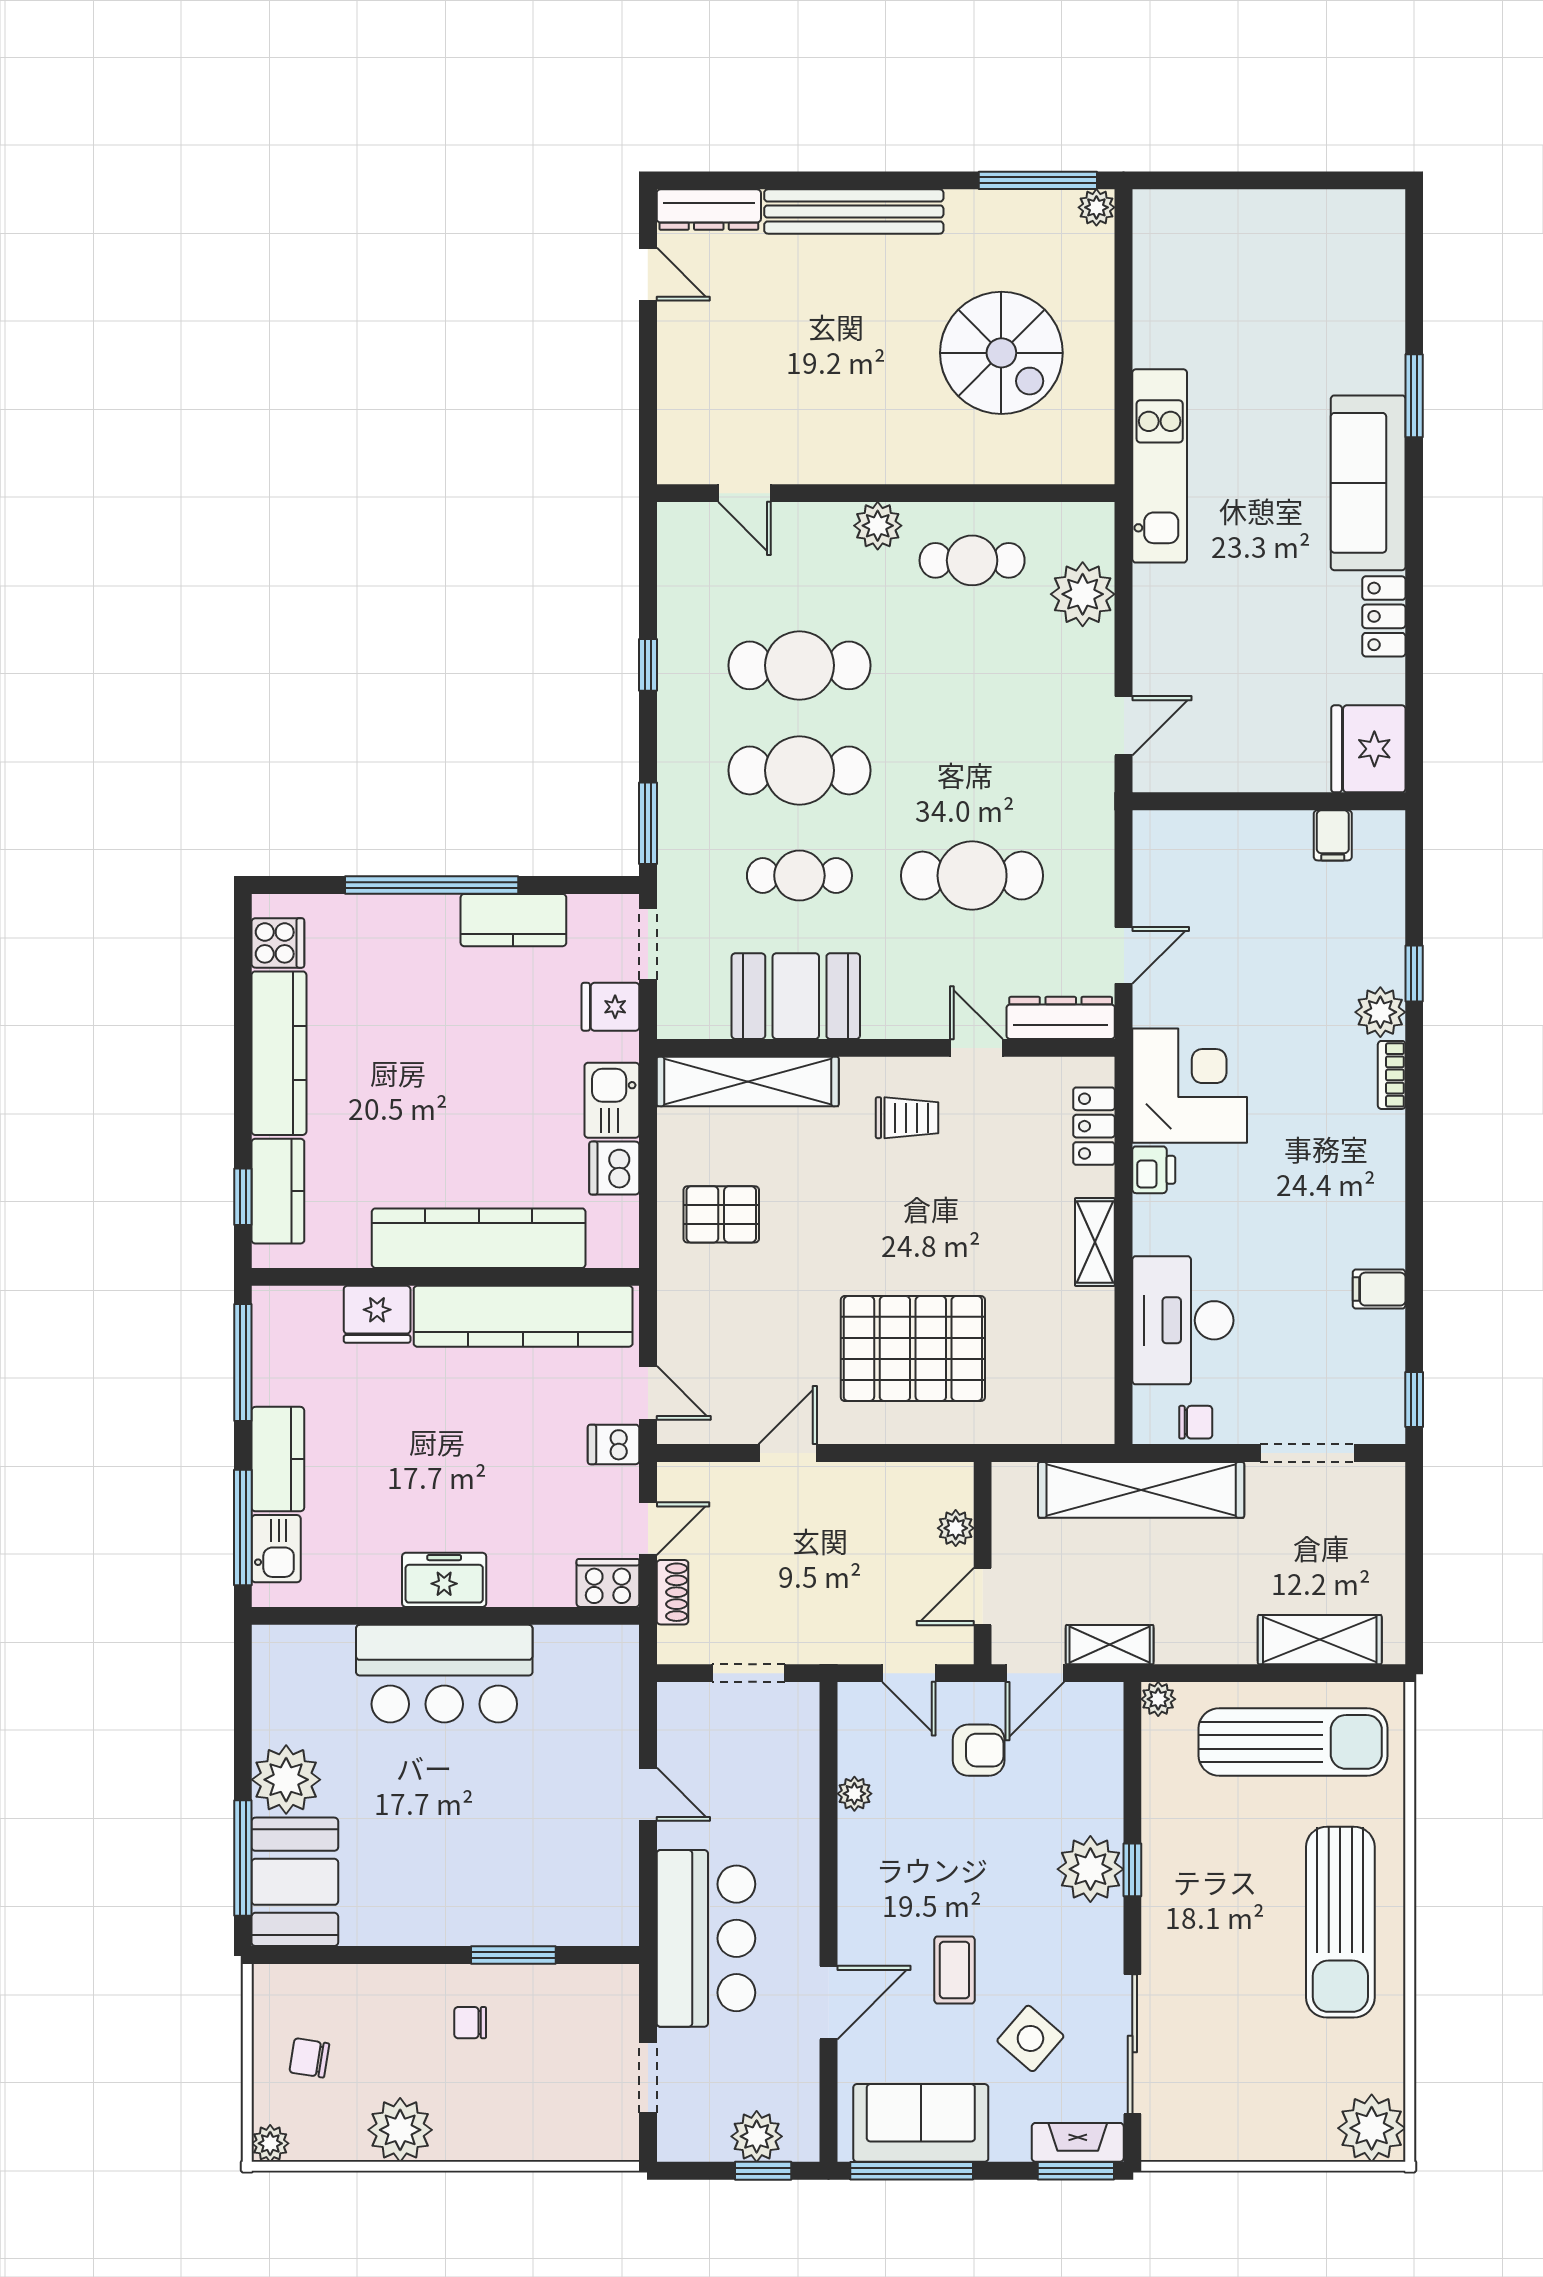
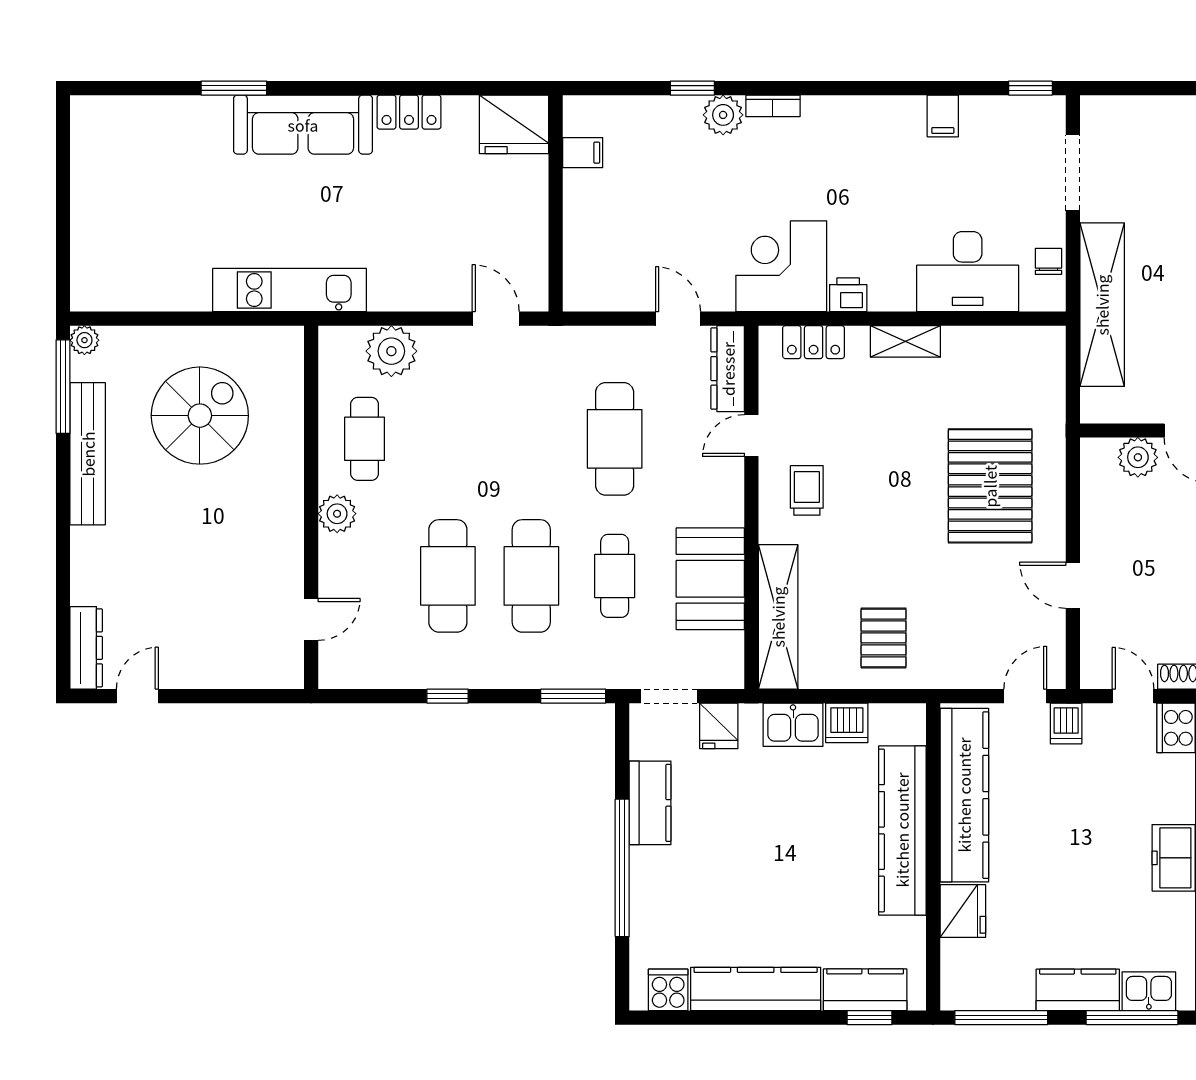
bench: (854, 212) -> (88, 454), moved
plant: (956, 1528) -> (1138, 457), width x1.38, depth x1.38

